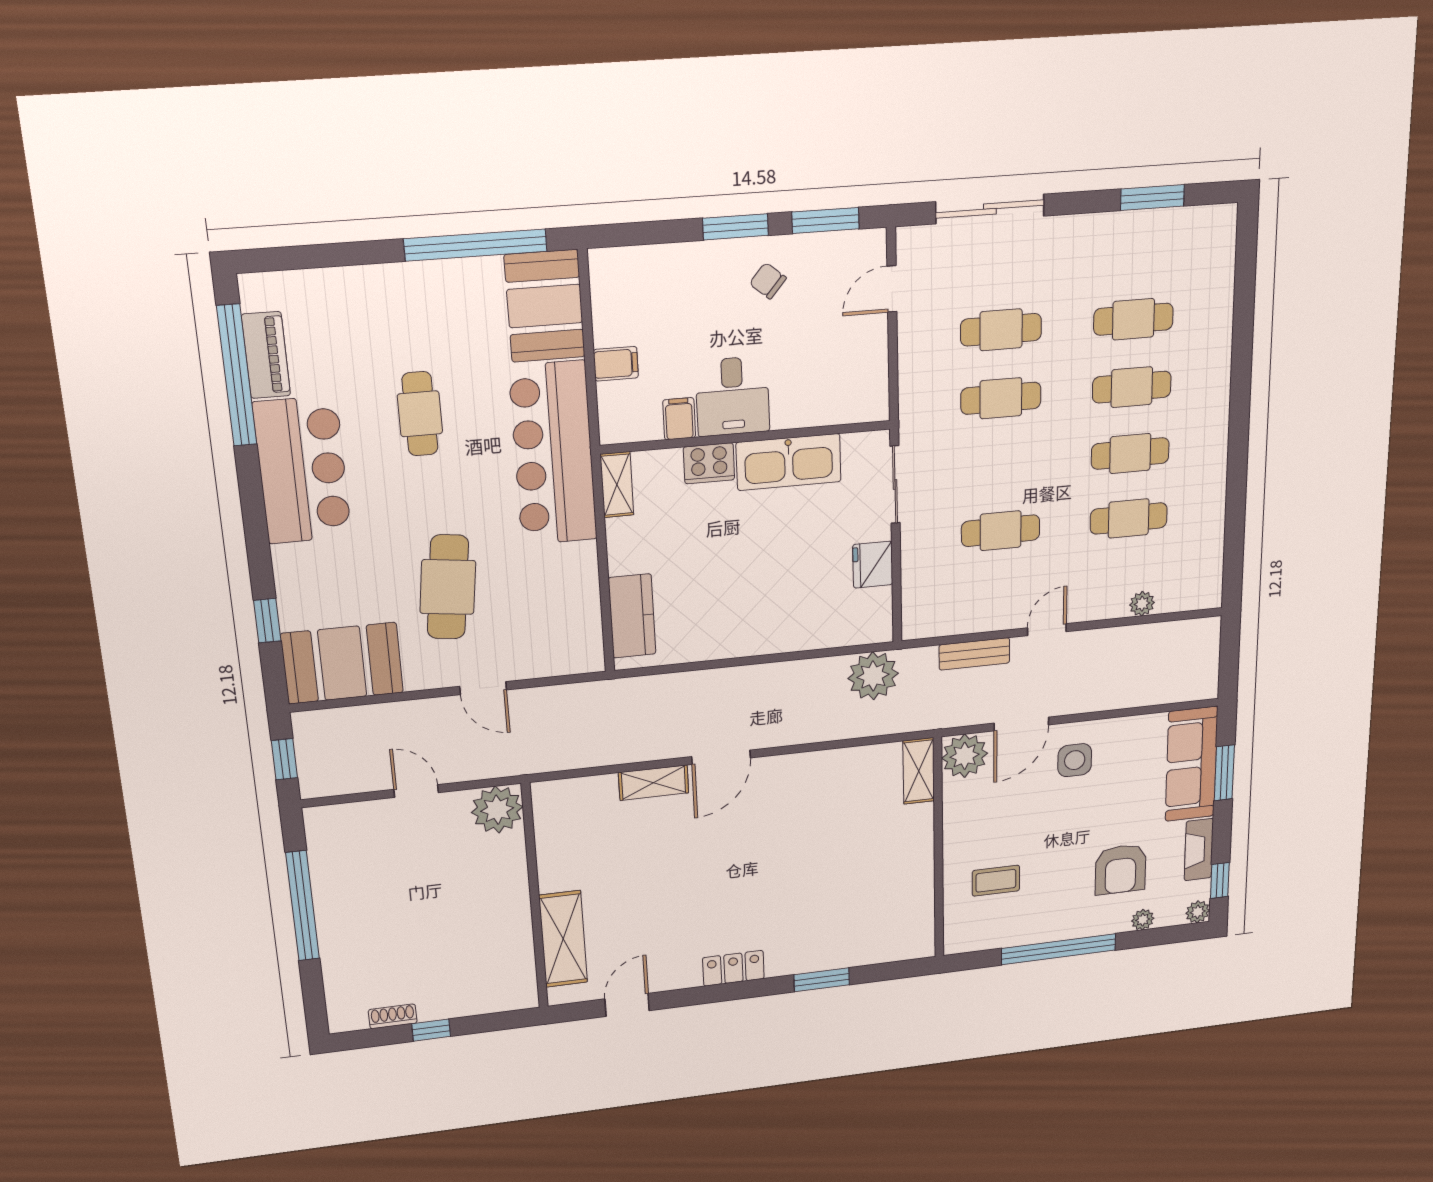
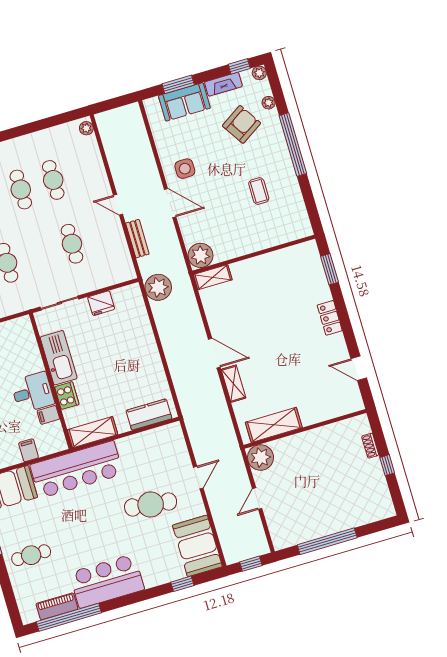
cafe table: (420, 414) -> (31, 555), moved
shelving: (617, 485) -> (93, 432), width x1.50, depth x1.33
plant: (1142, 604) -> (86, 128), moved
plant: (965, 756) -> (200, 255), moved
sofa: (1191, 764) -> (184, 102), width x0.73
shelving: (919, 771) -> (213, 277), moved
wall: (938, 849) -> (254, 255), moved
armchair: (1121, 869) -> (242, 124), turned -33
shelving: (563, 939) -> (274, 425), moved
shoe rack: (393, 1016) -> (370, 446), moved

